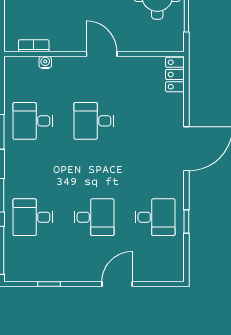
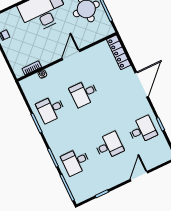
door: (102, 54) -> (71, 55), hinge flipped
locker: (175, 74) -> (119, 52), width x1.53

